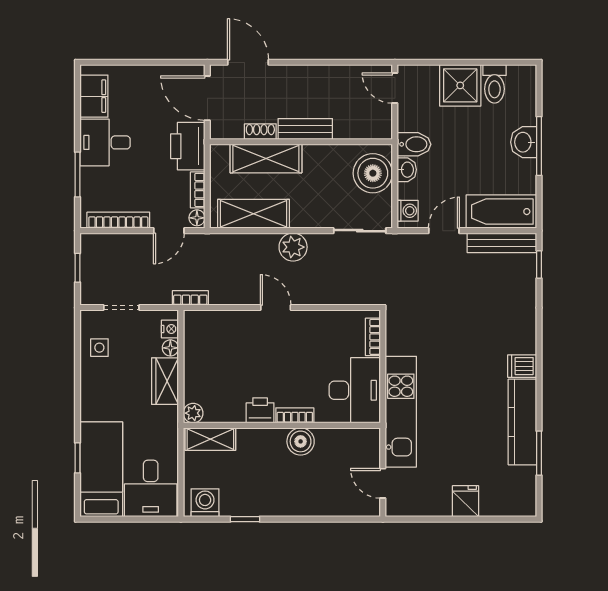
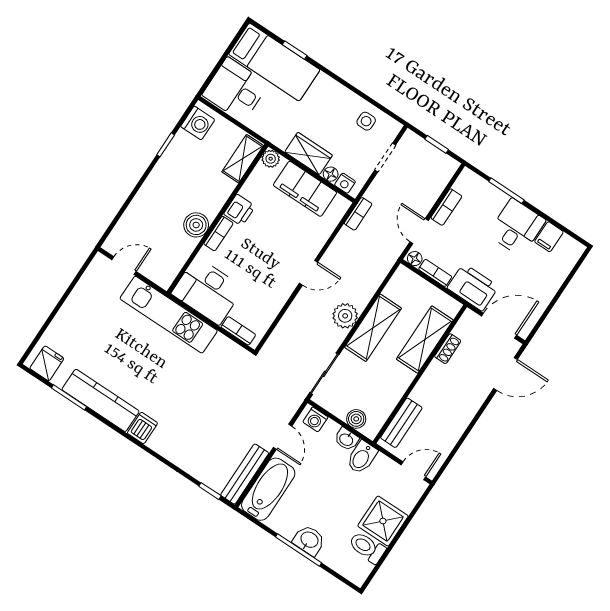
filing cabinet: (94, 96) -> (549, 237), width x0.50
bench: (305, 129) -> (401, 423), moved
boiler: (373, 173) -> (356, 419), width x0.54, depth x0.54
shelving: (254, 214) -> (373, 328), moved
bookcase: (118, 220) -> (446, 207), width x0.64
filing cabinet: (200, 363) -> (305, 189), added
fridge: (466, 501) -> (47, 363), moved, turned -90

